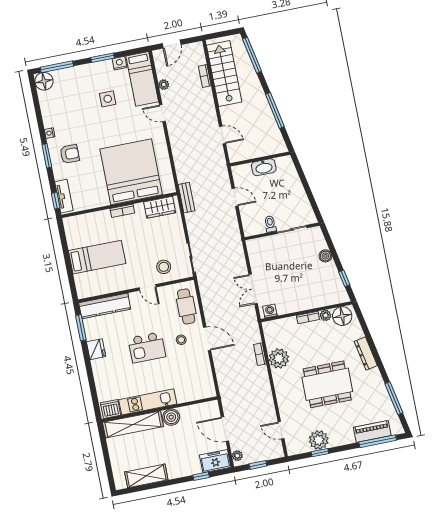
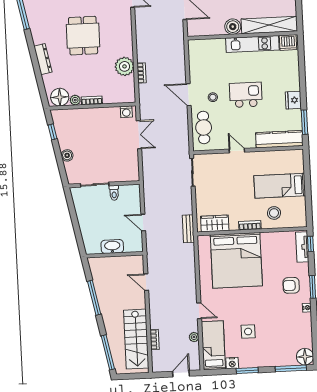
stool: (164, 267) -> (274, 213), moved
dining table: (327, 384) -> (83, 36), width x0.73

